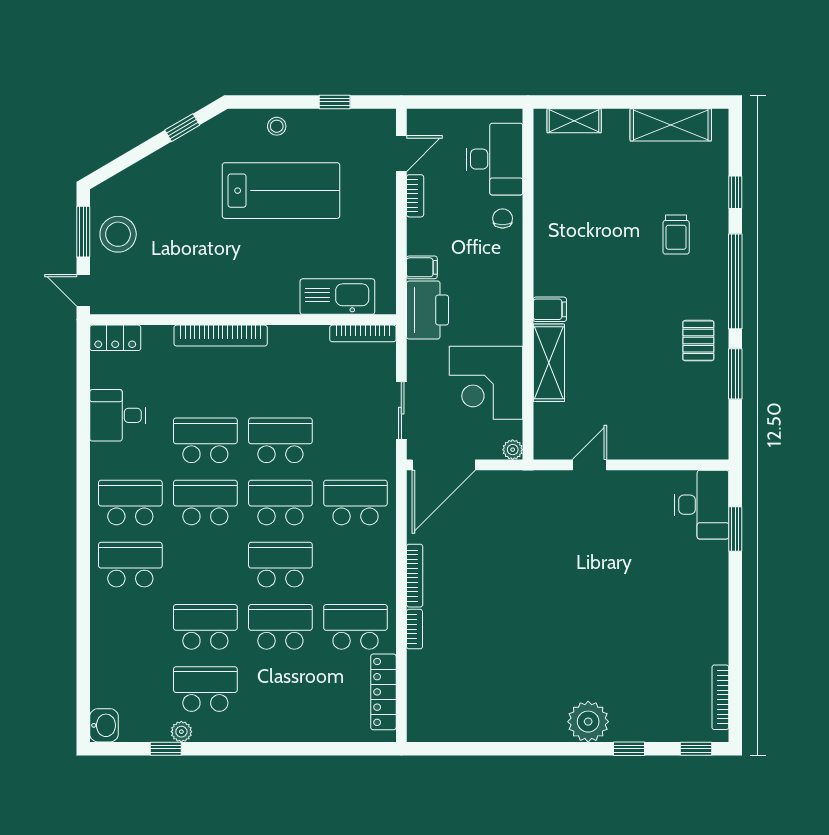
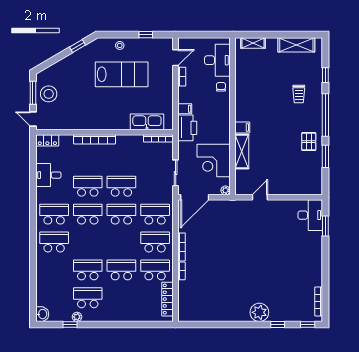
school desk: (280, 565) -> (155, 242), moved

